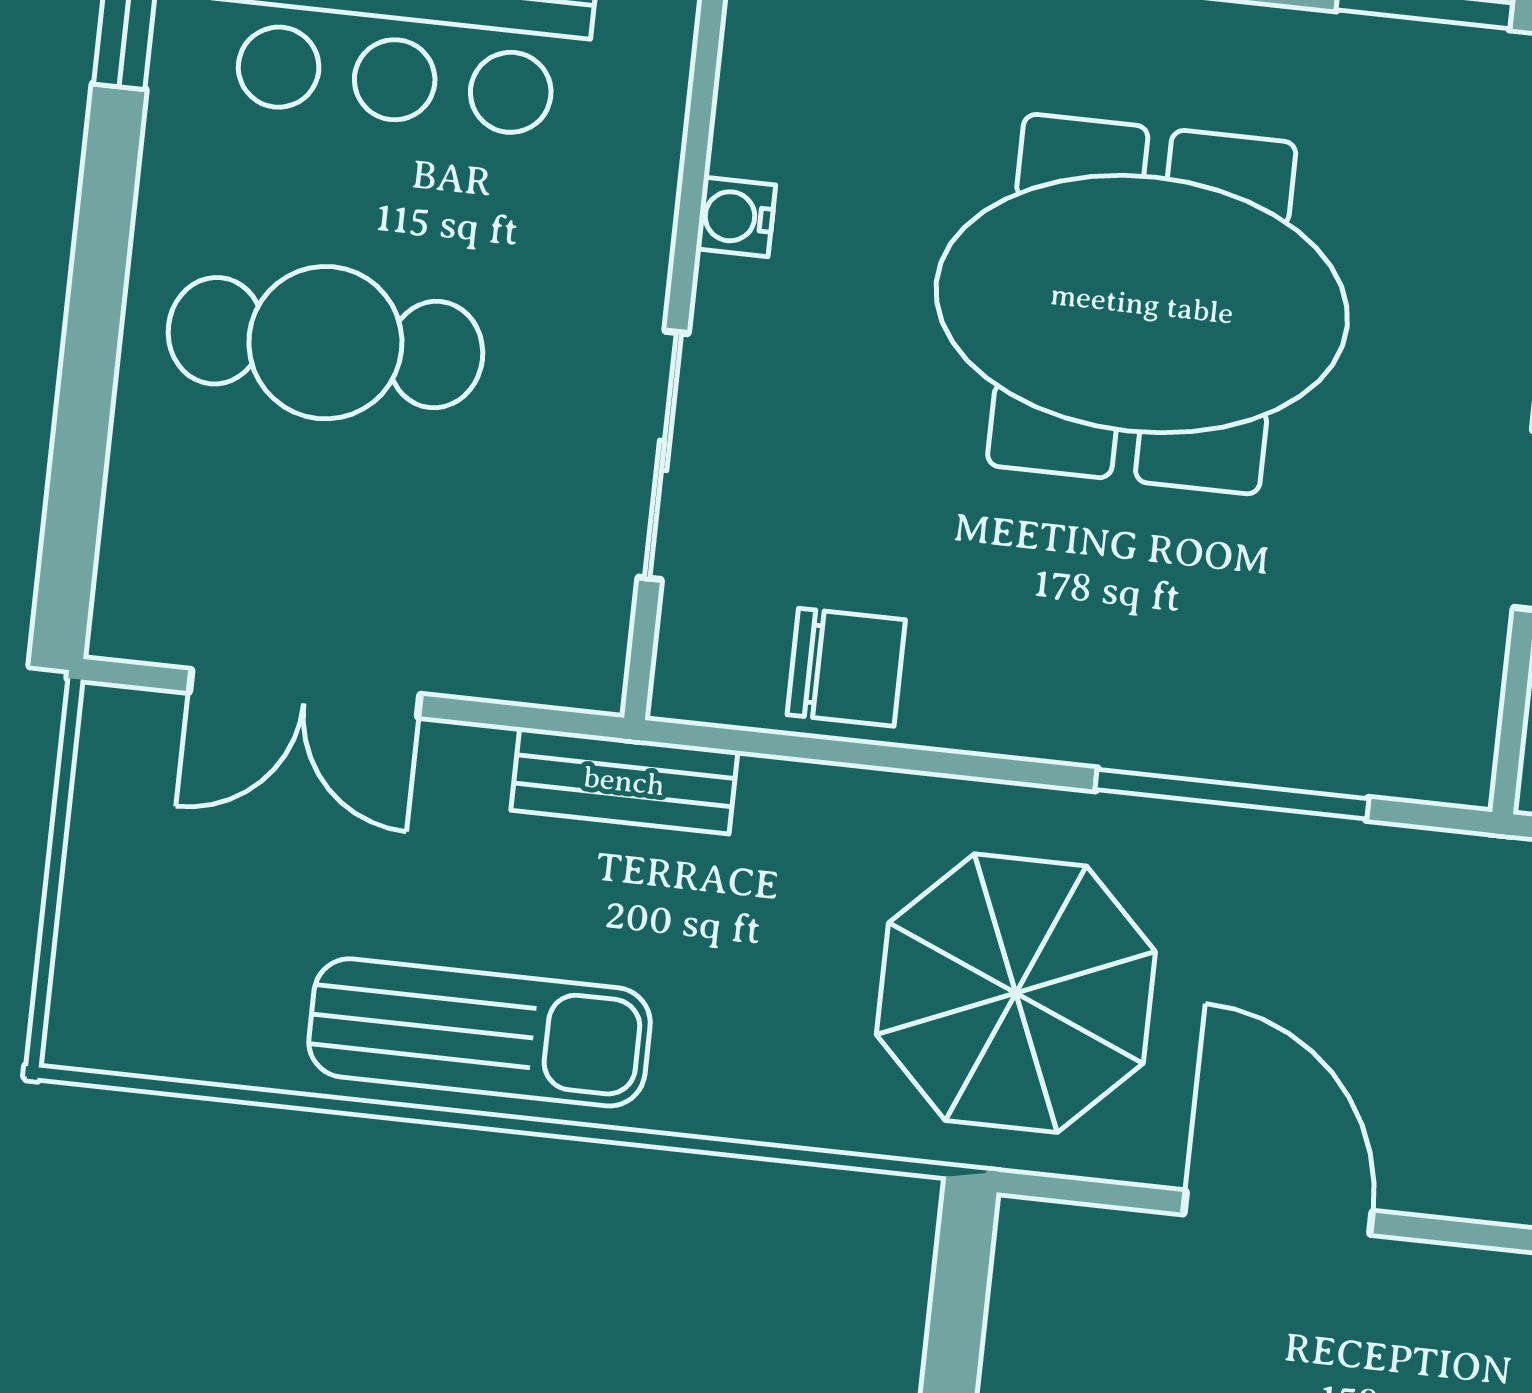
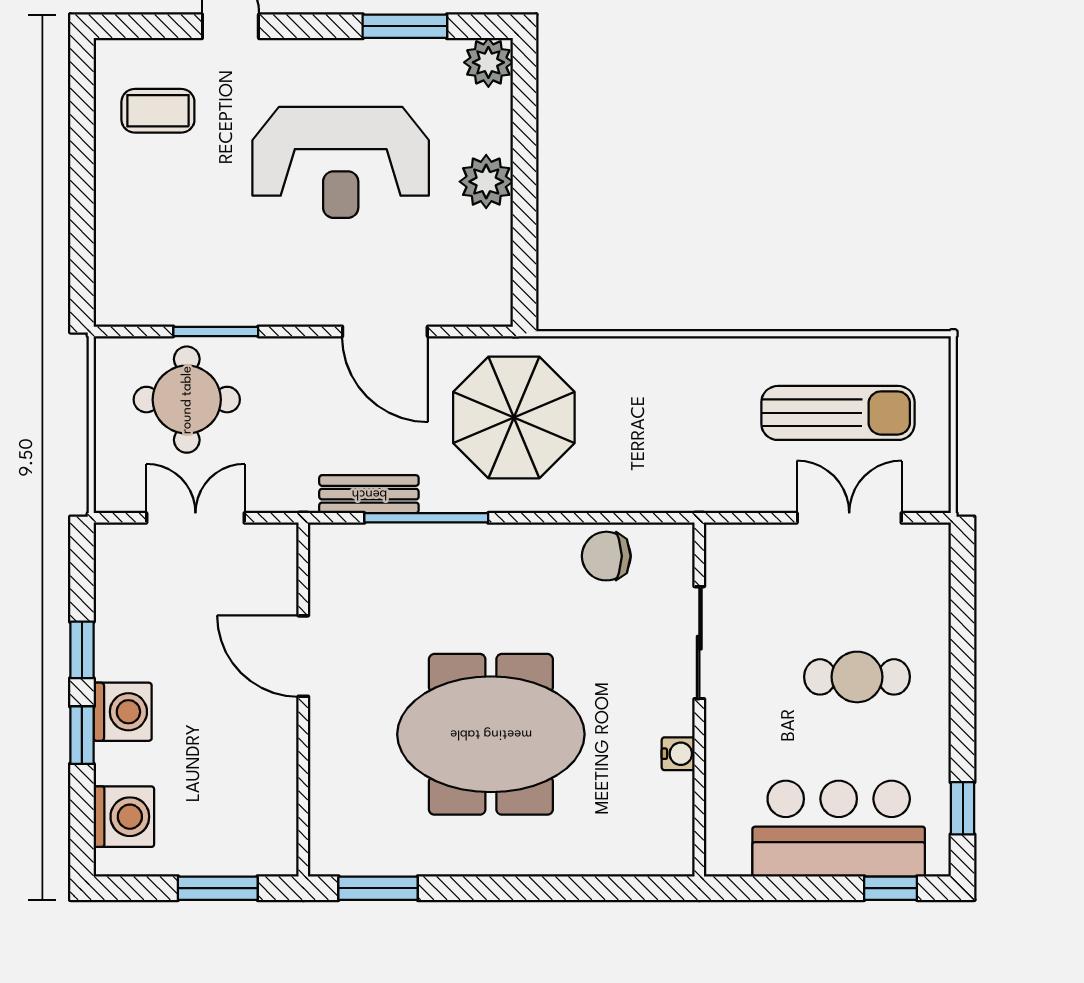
cafe table: (325, 343) -> (857, 677), width x0.73, depth x0.74
bench: (624, 781) -> (369, 494), moved
sun lounger: (479, 1032) -> (838, 413), moved, turned 180

